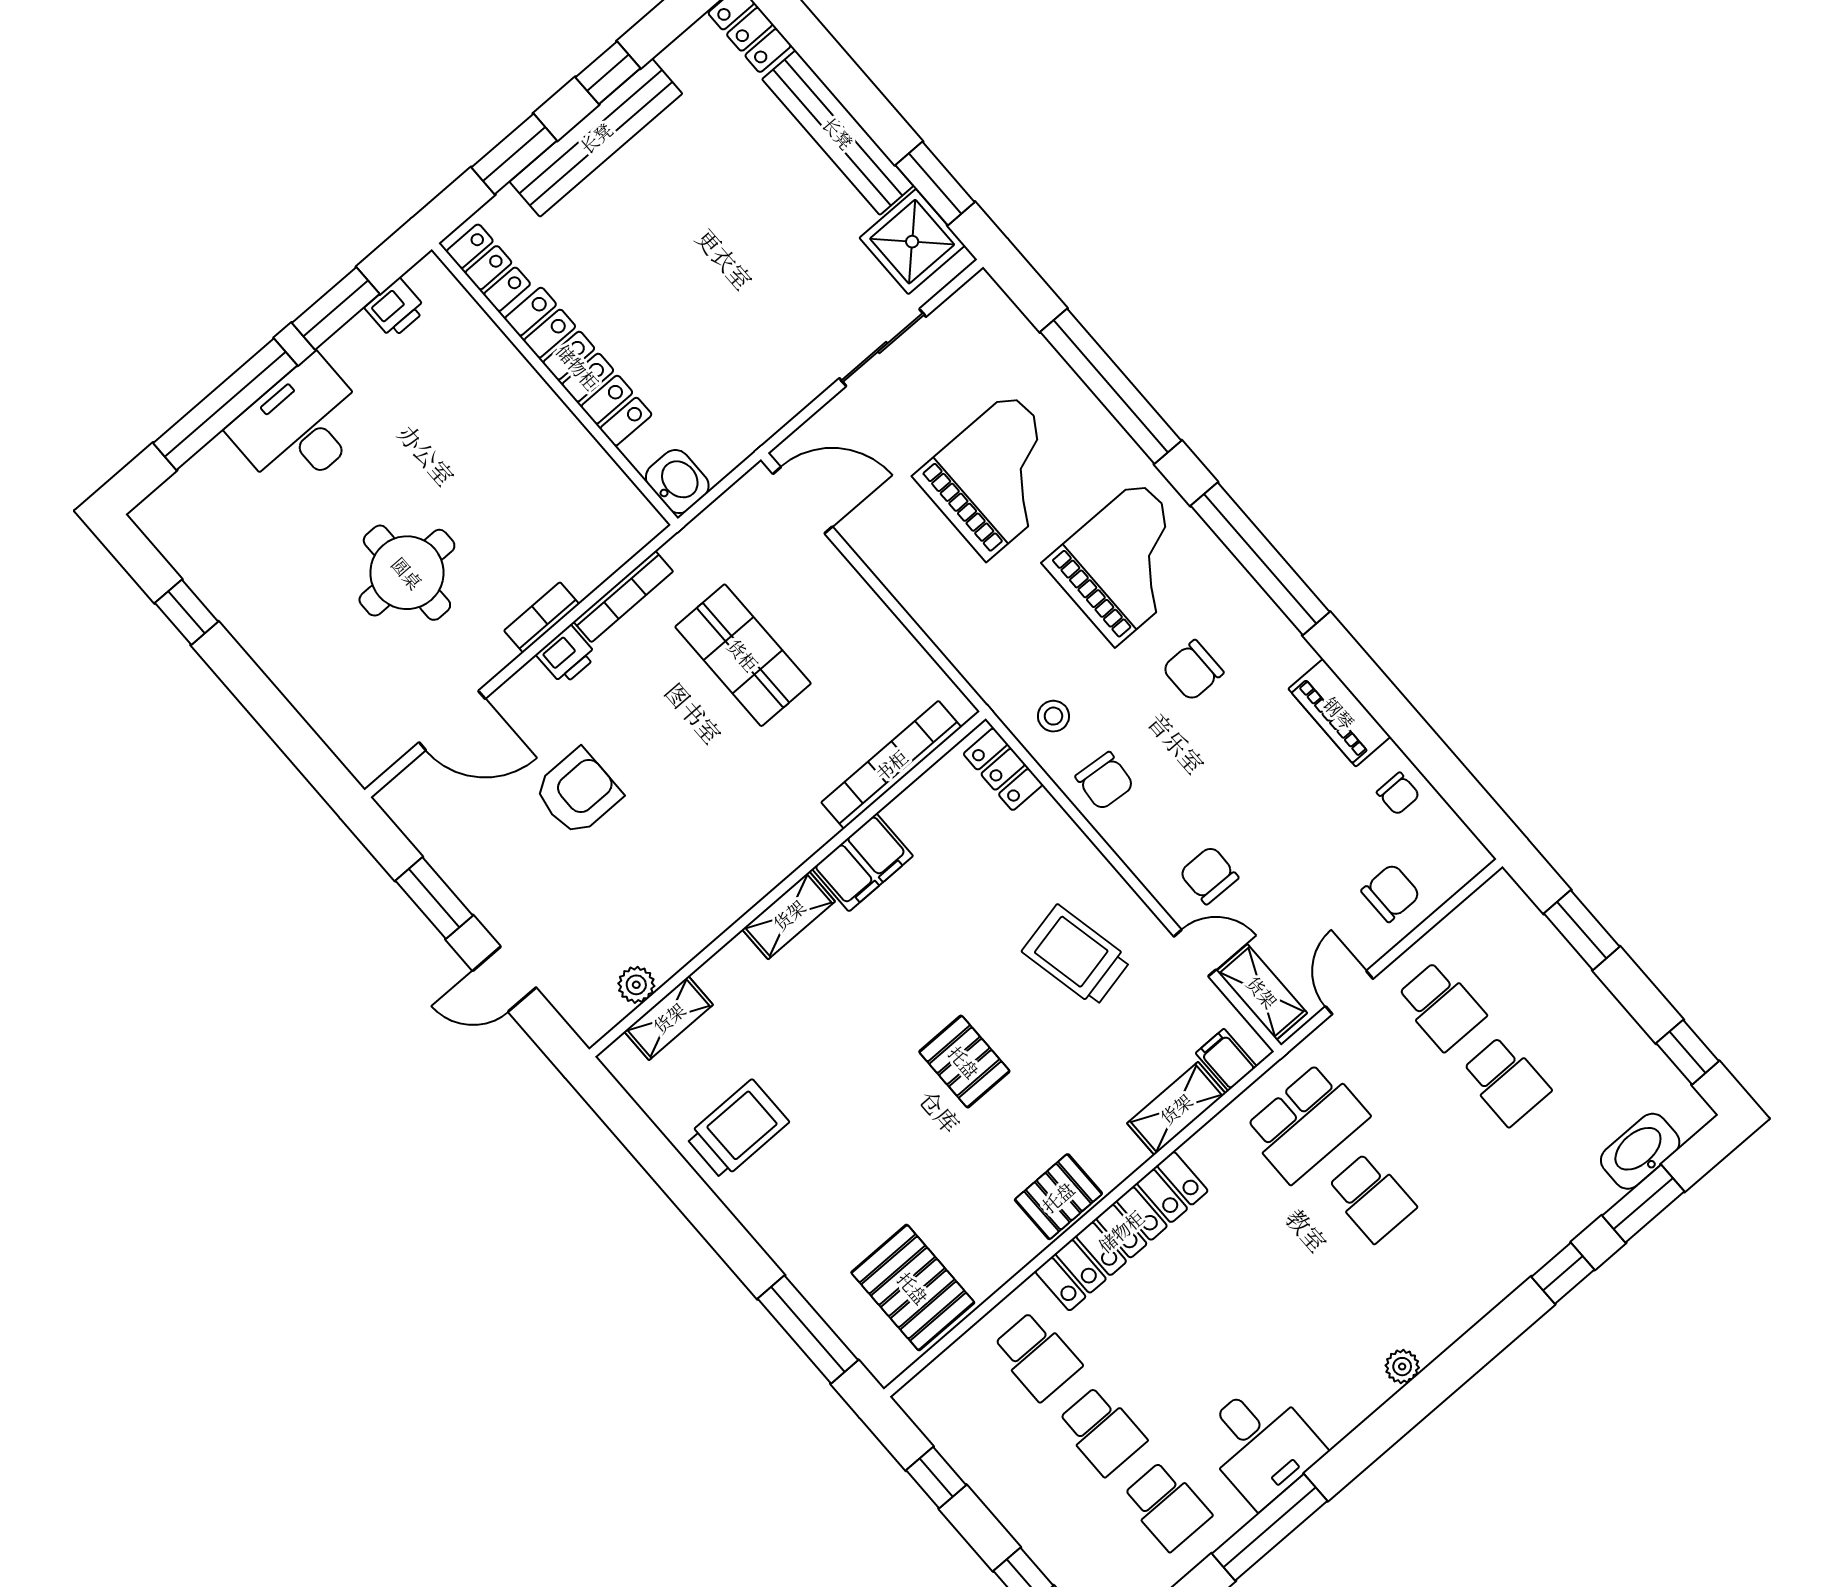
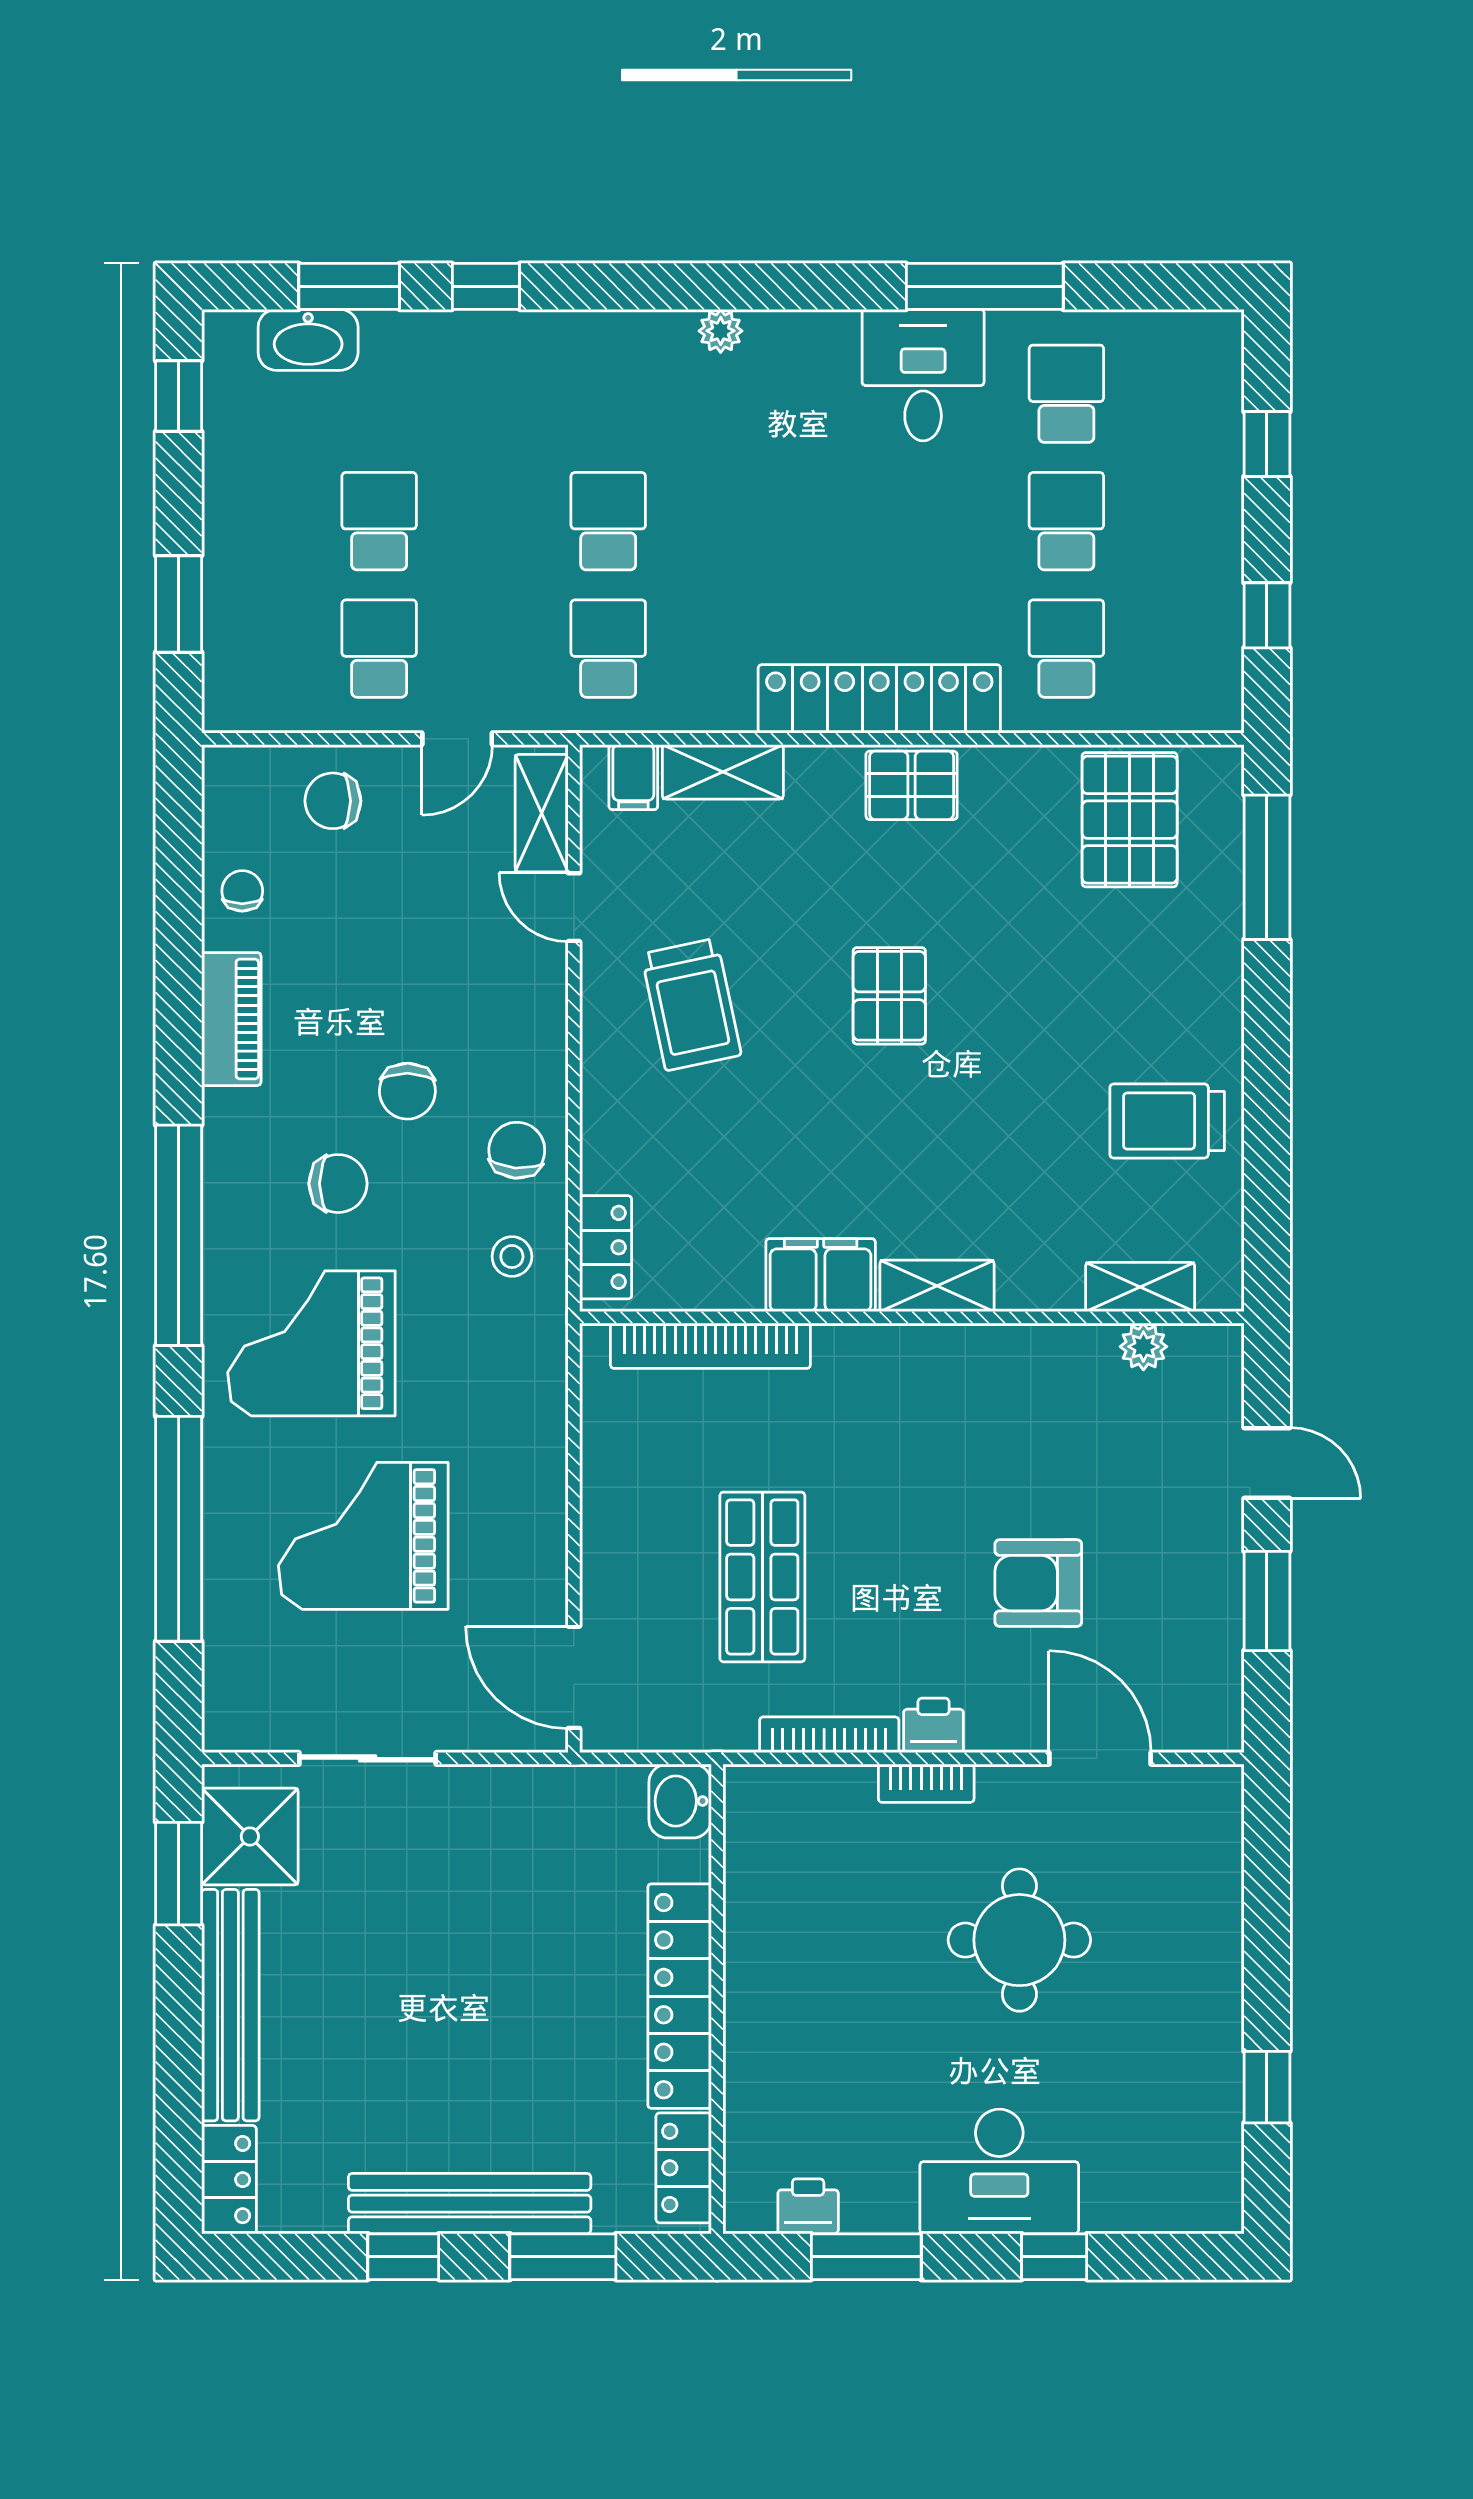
window: (225, 404) -> (1054, 2257), width x0.32
chair: (1209, 875) -> (407, 1091), moved
school desk: (1306, 1123) -> (608, 649), width x0.54

